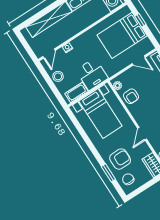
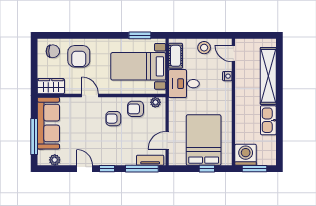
armchair: (148, 107) -> (113, 119), added
window: (108, 173) -> (140, 35), moved

